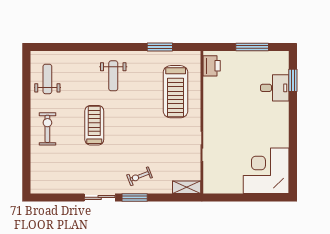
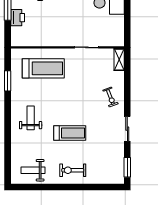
printer: (212, 66) -> (18, 18), moved, turned 90
weight bench: (113, 76) -> (31, 118), turned -90
treadmill: (94, 125) -> (70, 133), turned 180
window: (135, 197) -> (127, 167), moved

